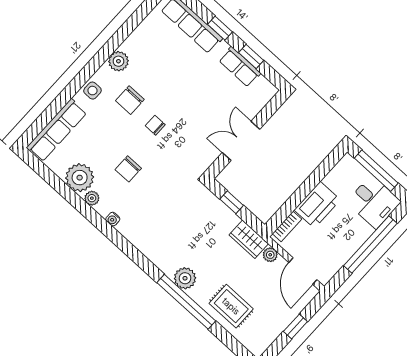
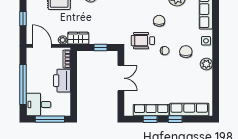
row of seats: (240, 67) -> (151, 110), width x1.48
wheelchair: (171, 163) -> (143, 41), added

